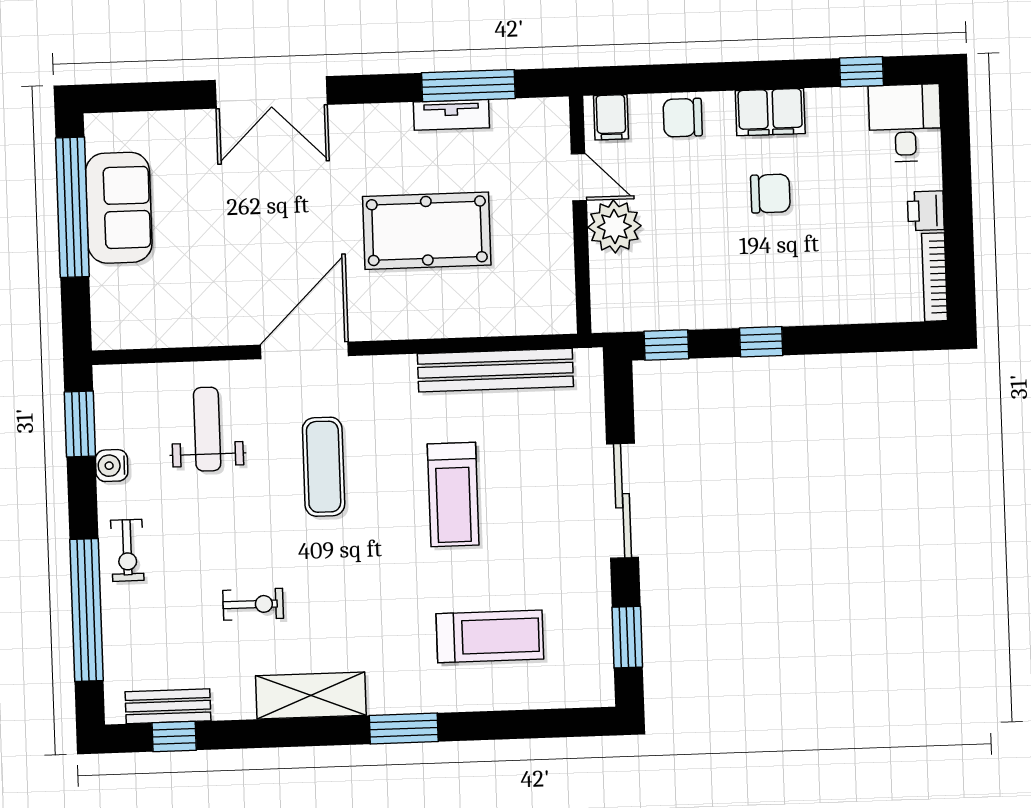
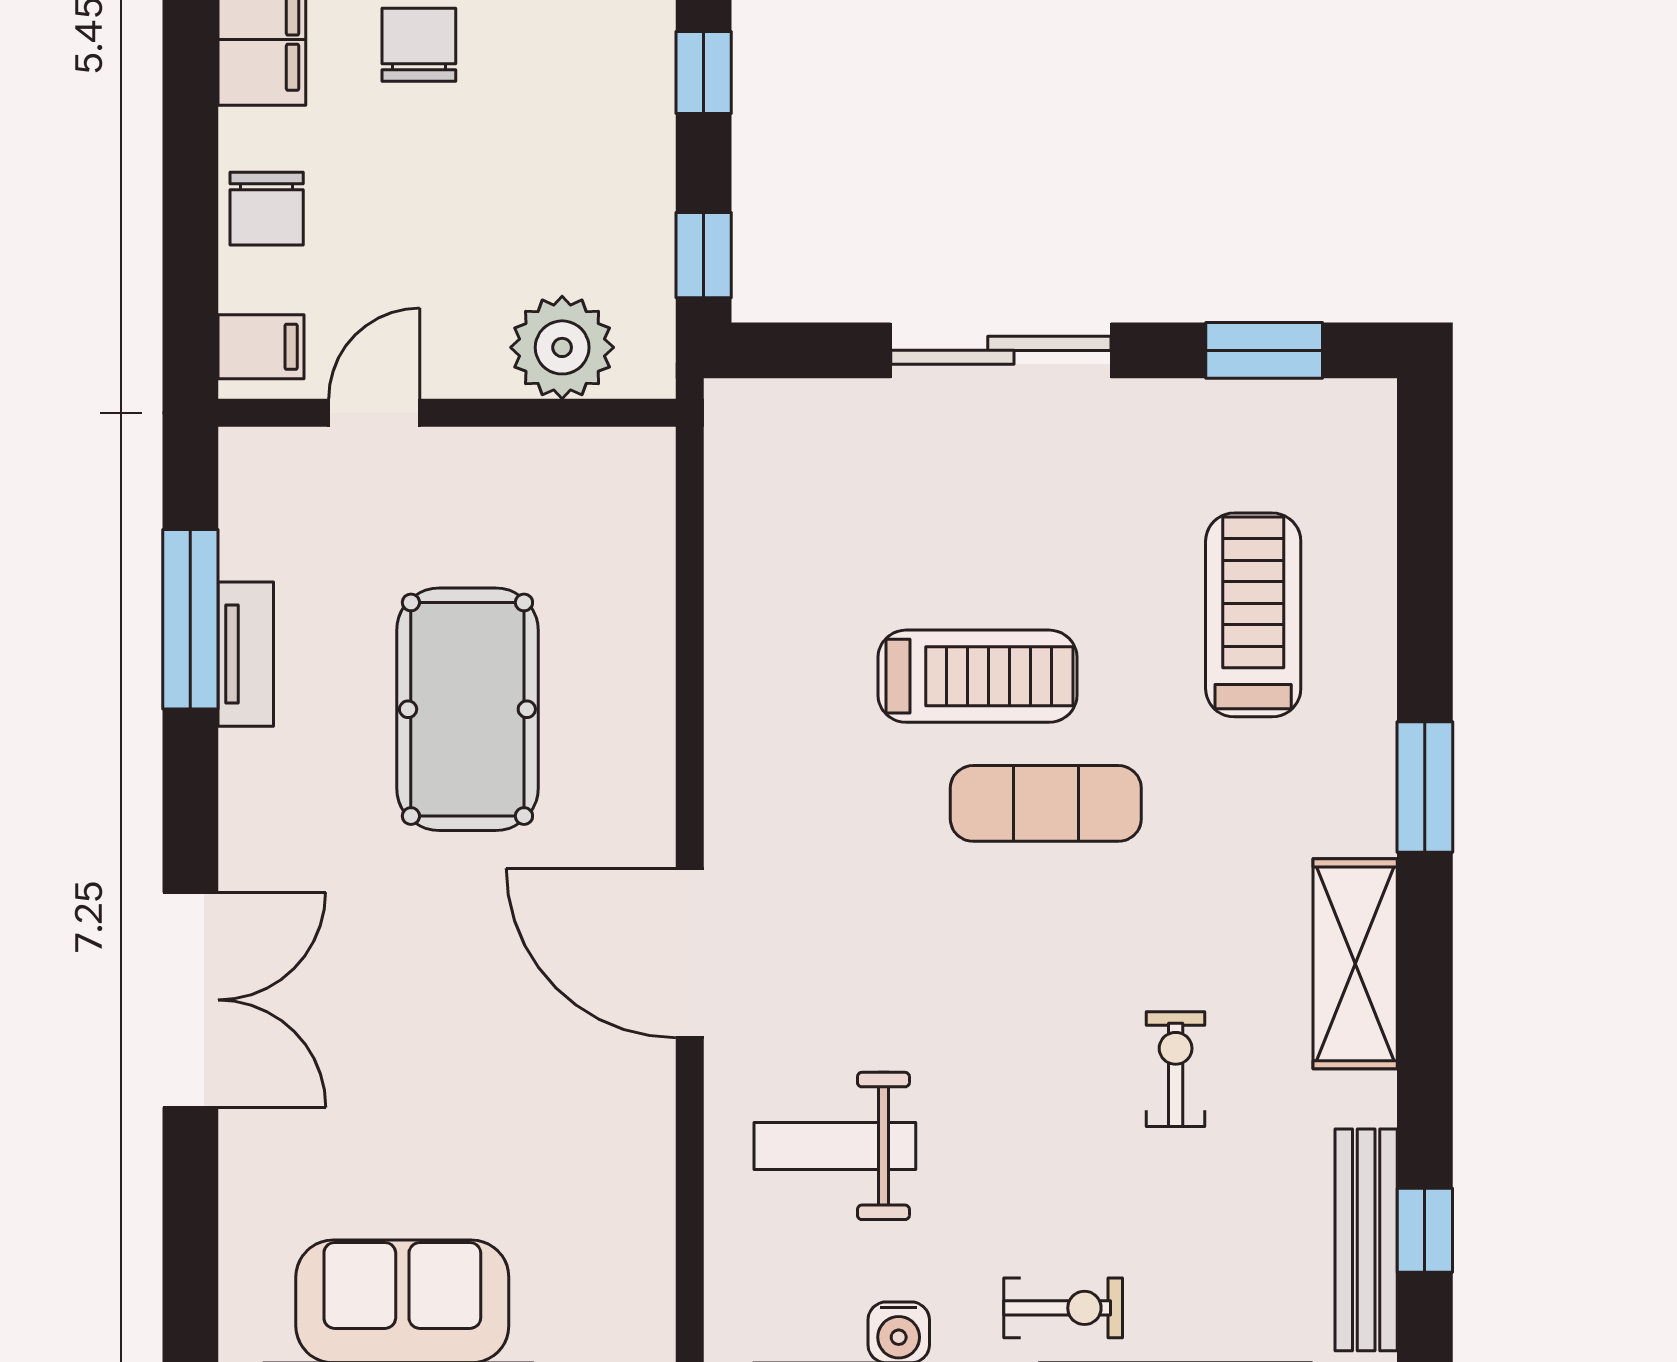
plant: (614, 226) -> (562, 347), moved
bench: (495, 370) -> (741, 586), removed
exercise mat: (324, 467) -> (1046, 803), moved
bench: (168, 706) -> (1366, 1240), width x1.36

